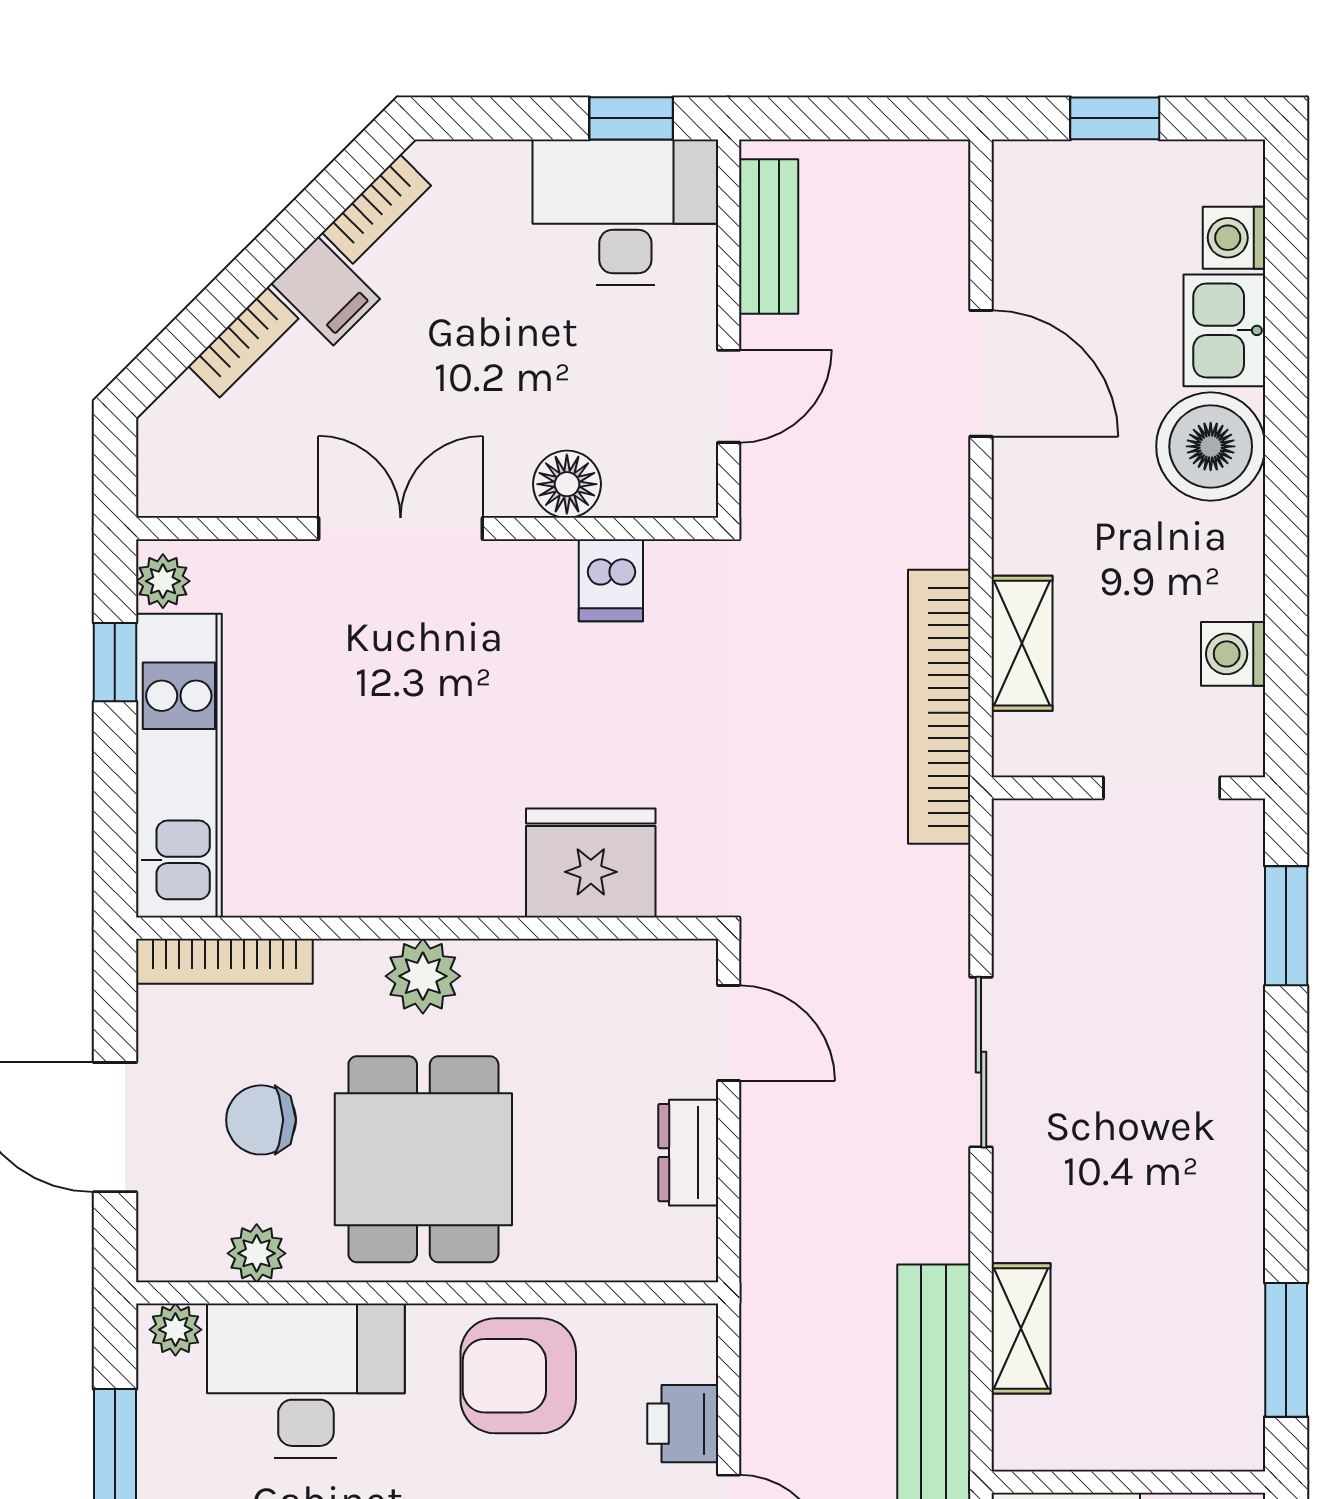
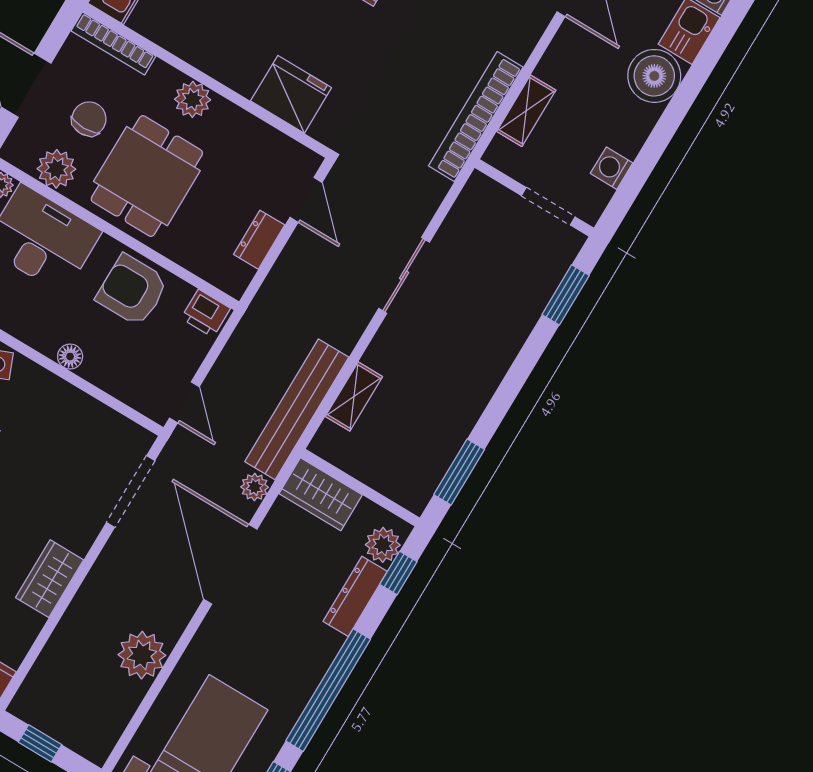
chair: (261, 1120) -> (89, 119), turned 90
plant: (257, 1253) -> (56, 169), width x1.38, depth x1.38
printer: (683, 1424) -> (206, 313), moved, turned -90

